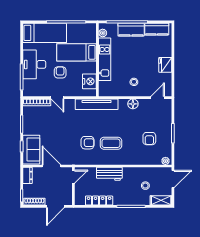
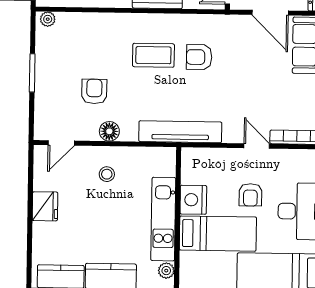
nightstand: (89, 81) -> (193, 200), moved
armchair: (149, 139) -> (94, 91), moved

